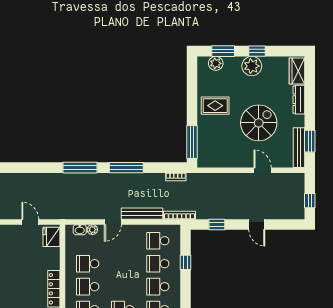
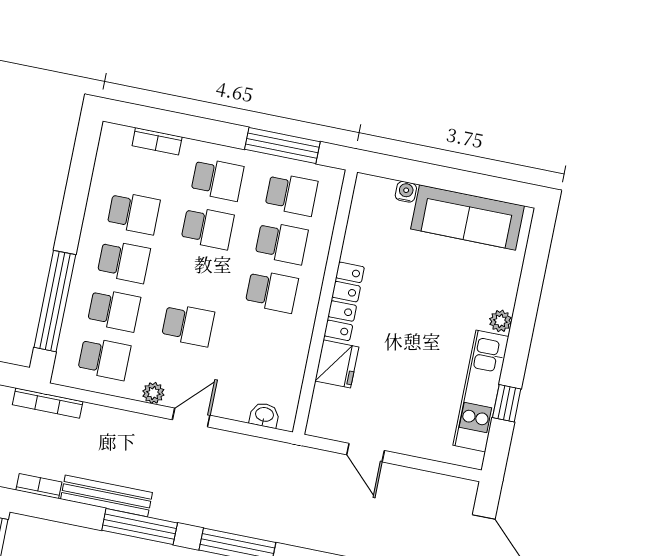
bench: (142, 214) -> (106, 496), moved
plant: (92, 230) -> (153, 393), moved
fridge: (52, 237) -> (337, 364), moved
window: (186, 262) -> (55, 301), width x3.17
school desk: (88, 264) -> (188, 325), moved

